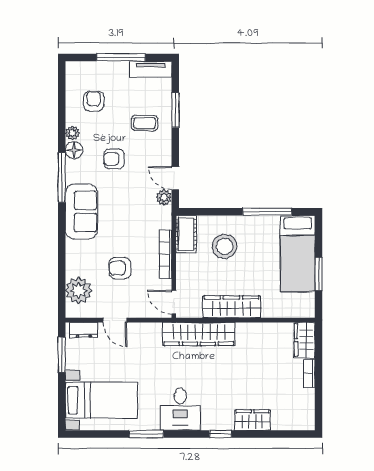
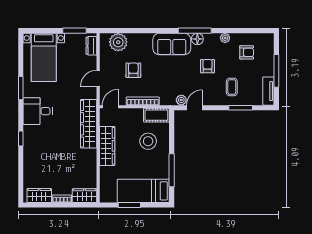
floor lamp: (74, 150) -> (197, 39), moved
door: (115, 320) -> (98, 79), moved
wardrobe: (252, 420) -> (39, 195), moved, turned -90

